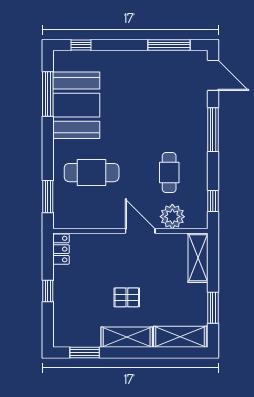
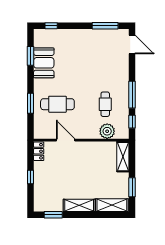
window: (48, 94) -> (31, 56), width x0.69
booth: (76, 105) -> (44, 63), width x0.73, depth x0.70
window: (213, 130) -> (132, 95), moved
window: (48, 197) -> (31, 103), moved
door: (140, 231) -> (66, 140), moved
pallet: (127, 297) -> (79, 181), removed

